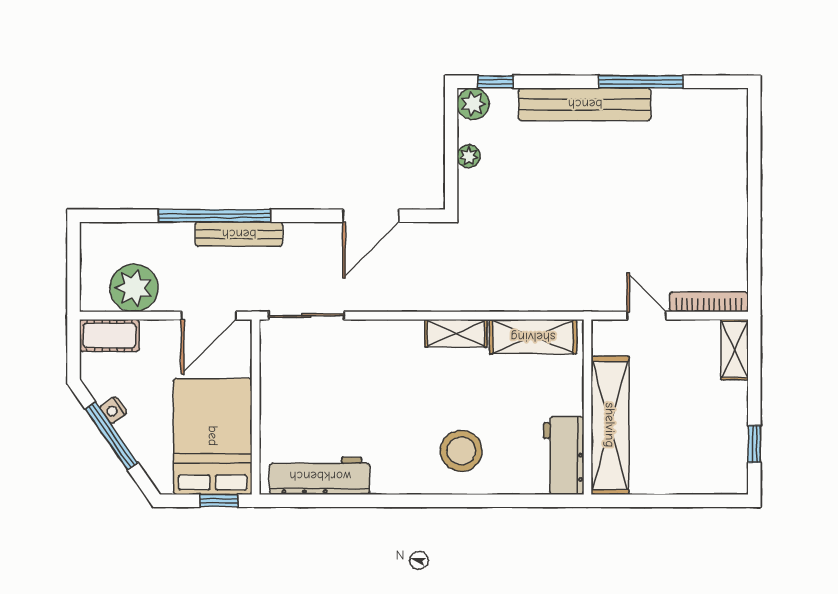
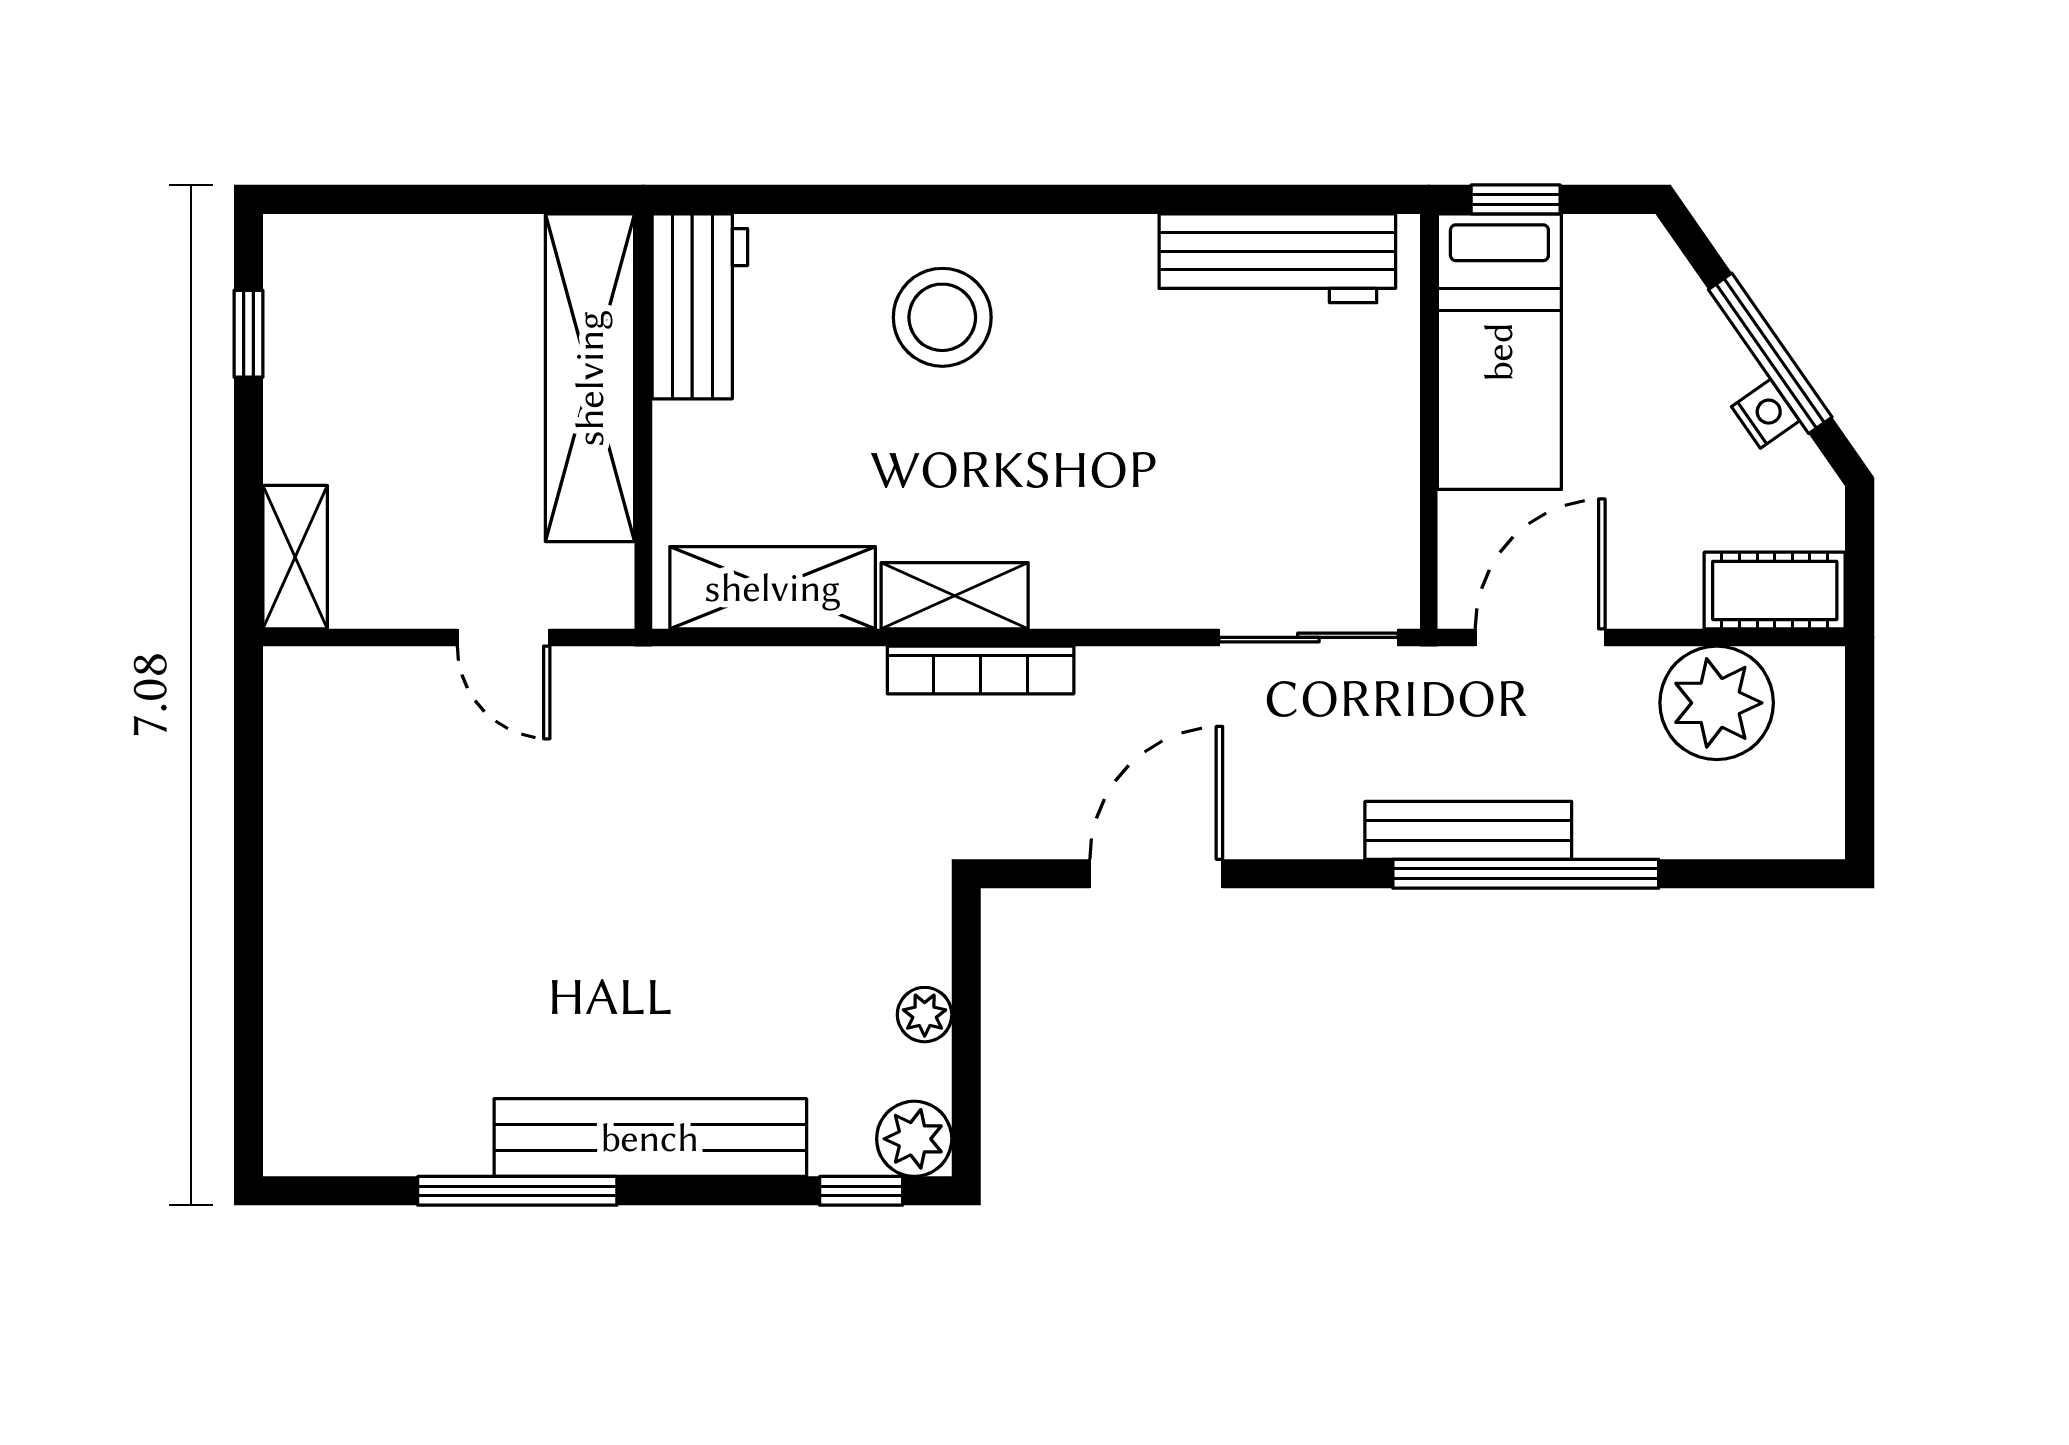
bookcase: (709, 302) -> (981, 670), moved
bed: (213, 436) -> (1499, 352), width x0.67

